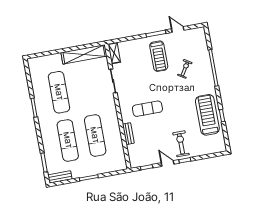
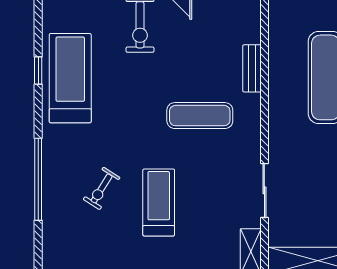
treadmill: (159, 56) -> (159, 202), moved
treadmill: (207, 115) -> (70, 78), turned 180

